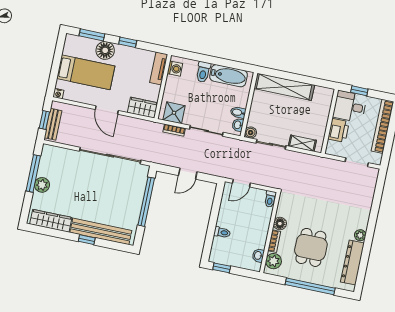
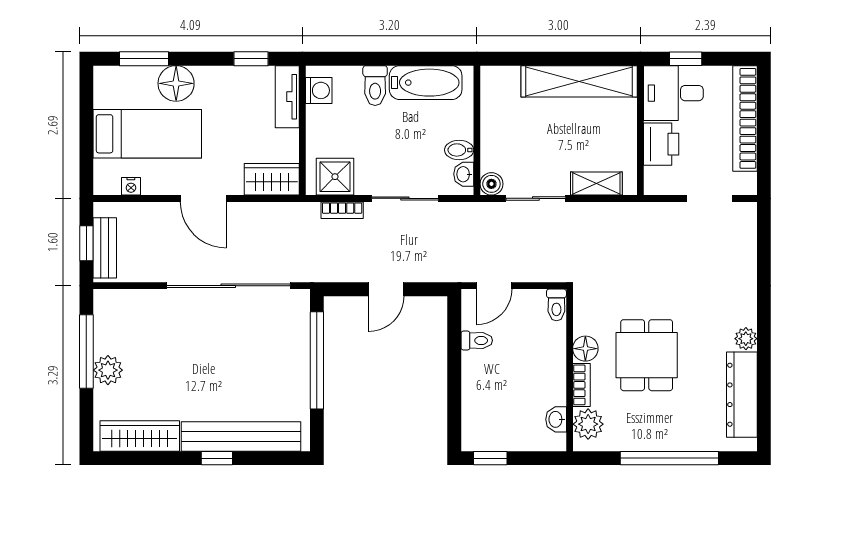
window: (128, 42) -> (251, 59), moved
shelving: (284, 87) -> (579, 81), moved
nightstand: (58, 94) -> (131, 186), moved
toilet: (222, 232) -> (477, 340), moved
dining table: (311, 247) -> (647, 355), moved

